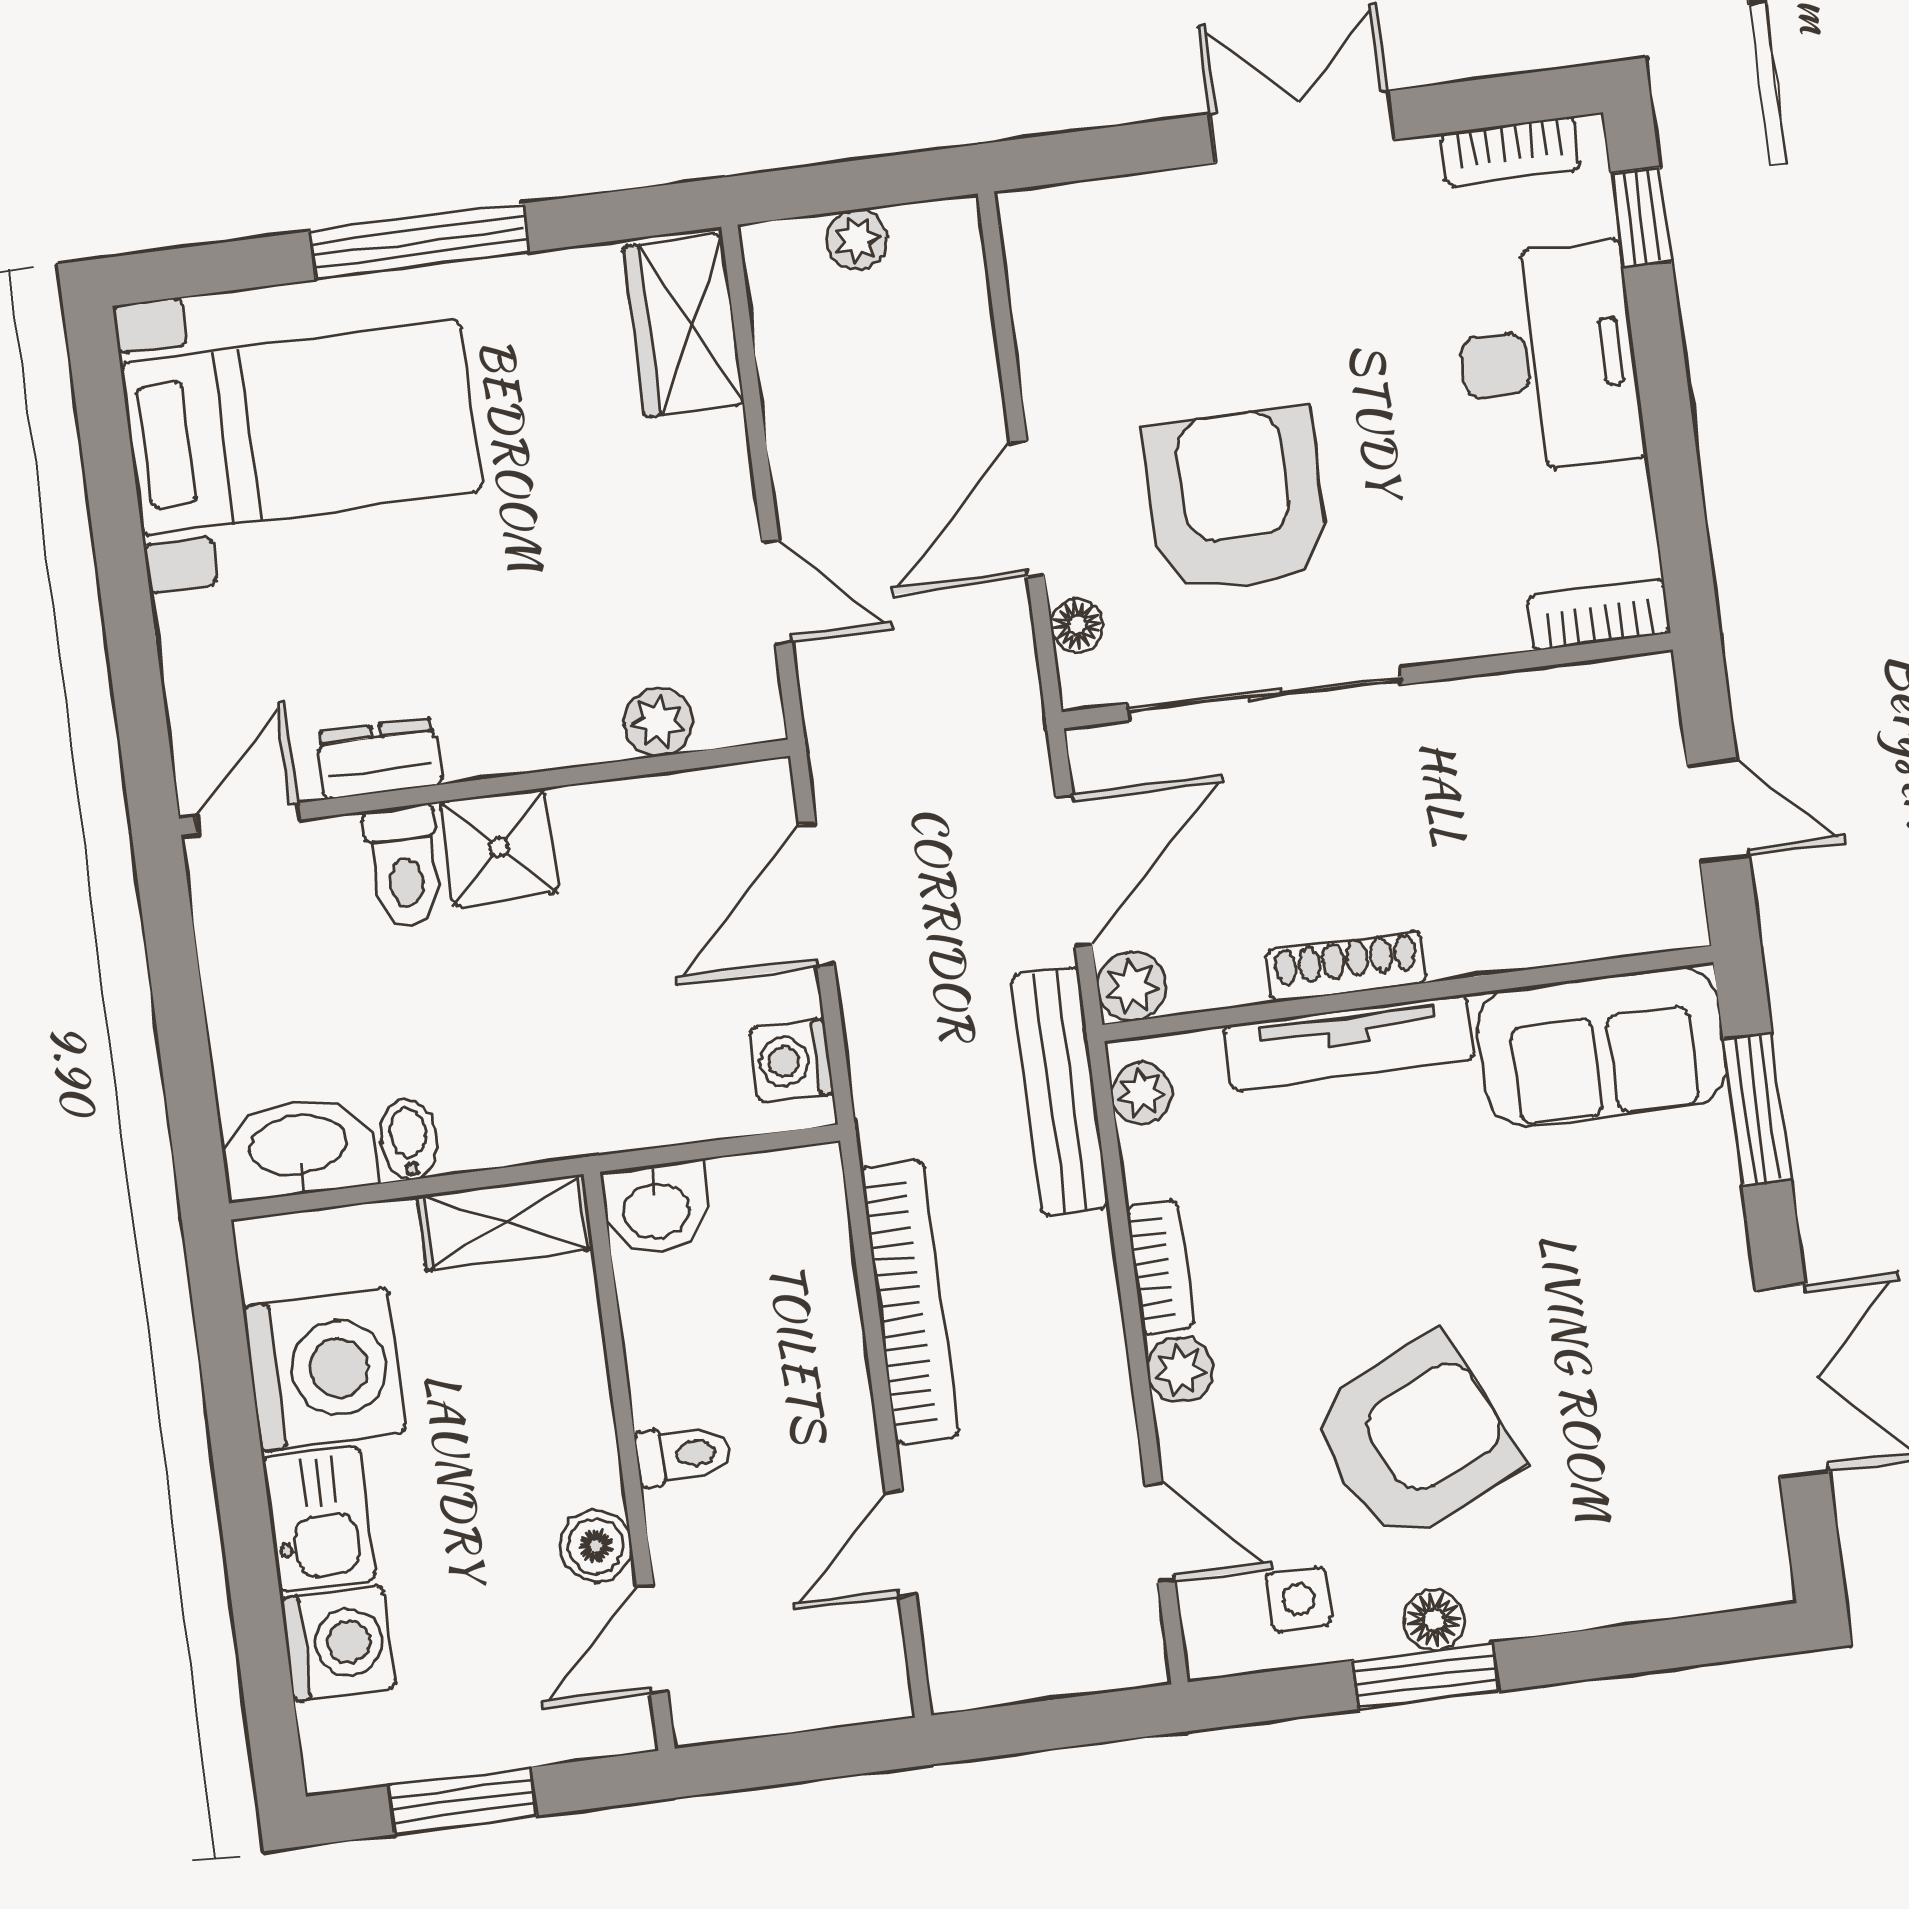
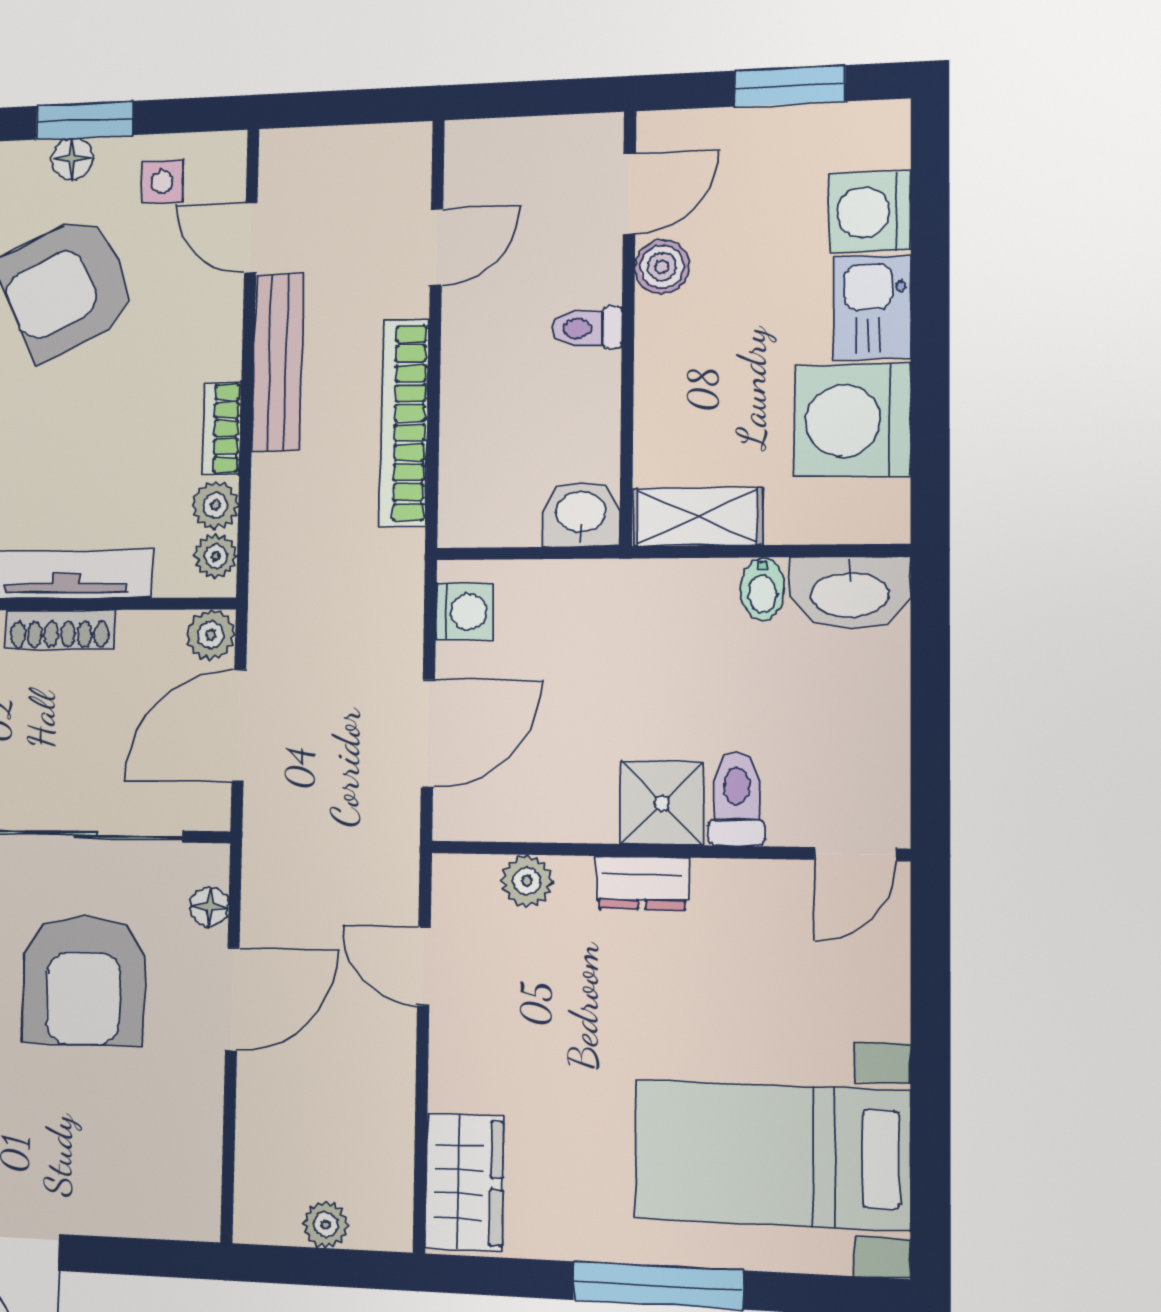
dresser: (379, 759) -> (642, 883), moved
bench: (1060, 1091) -> (278, 362), moved
plant: (1180, 1370) -> (215, 505), moved

